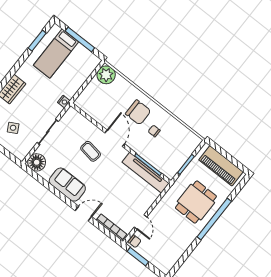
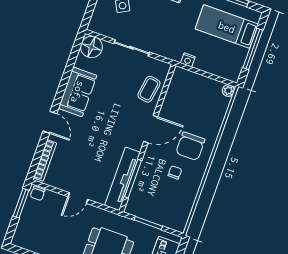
plant: (106, 75) -> (228, 91), width x0.53, depth x0.53
nightstand: (64, 102) -> (188, 60), moved
coffee table: (91, 151) -> (149, 89), moved
door: (140, 222) -> (78, 198), moved

